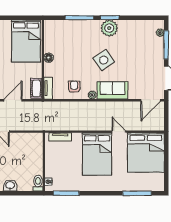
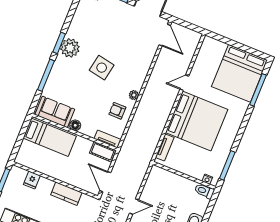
bed: (26, 41) -> (50, 137), width x0.67
side table: (104, 60) -> (102, 68), turned 45
sofa: (112, 90) -> (55, 112), moved, turned 90
bed: (146, 152) -> (239, 73), moved, turned 90
bed: (97, 154) -> (197, 121), width x1.36

